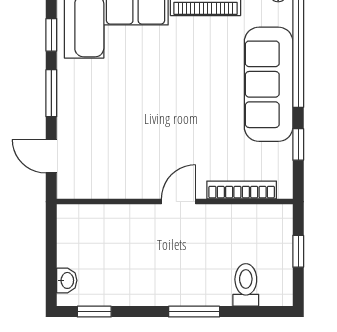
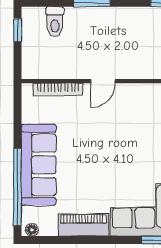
window: (298, 144) -> (18, 122), removed
window: (298, 251) -> (18, 30), moved

